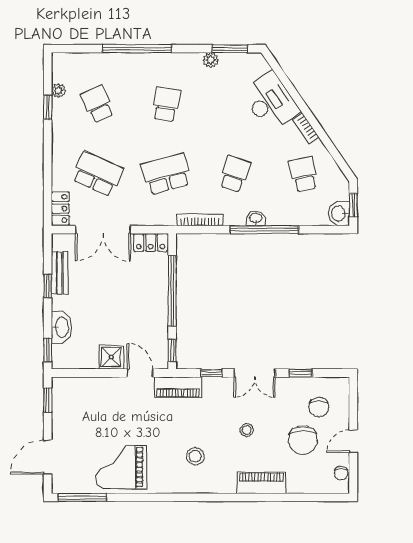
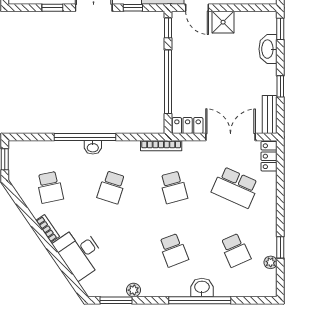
school desk: (166, 104) -> (173, 250), turned -30
school desk: (166, 174) -> (173, 187), width x0.54
washbasin: (339, 214) -> (202, 287), moved, turned -90
bookcase: (200, 220) -> (161, 146), moved
bench: (60, 273) -> (270, 115), moved

